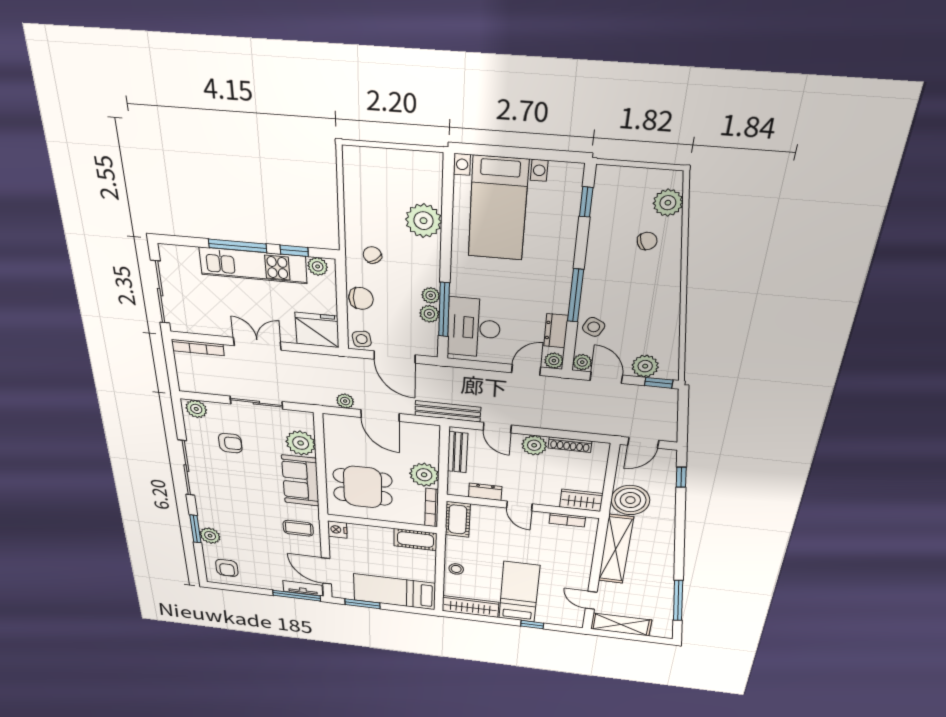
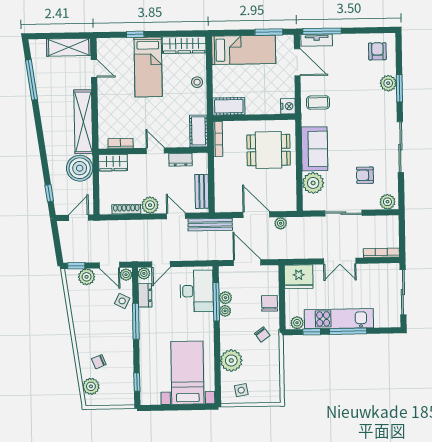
chair: (361, 298) -> (270, 303), turned 90
side table: (362, 339) -> (241, 390), moved
plant: (424, 475) -> (224, 168), removed

